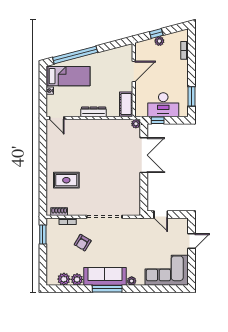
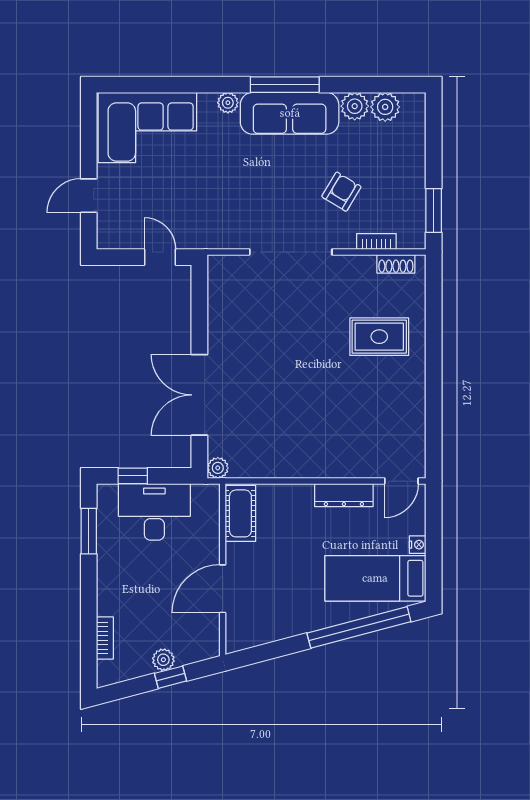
dresser: (94, 112) -> (344, 495), moved
door: (57, 118) -> (401, 481), swing flipped
window: (158, 120) -> (133, 476), moved

